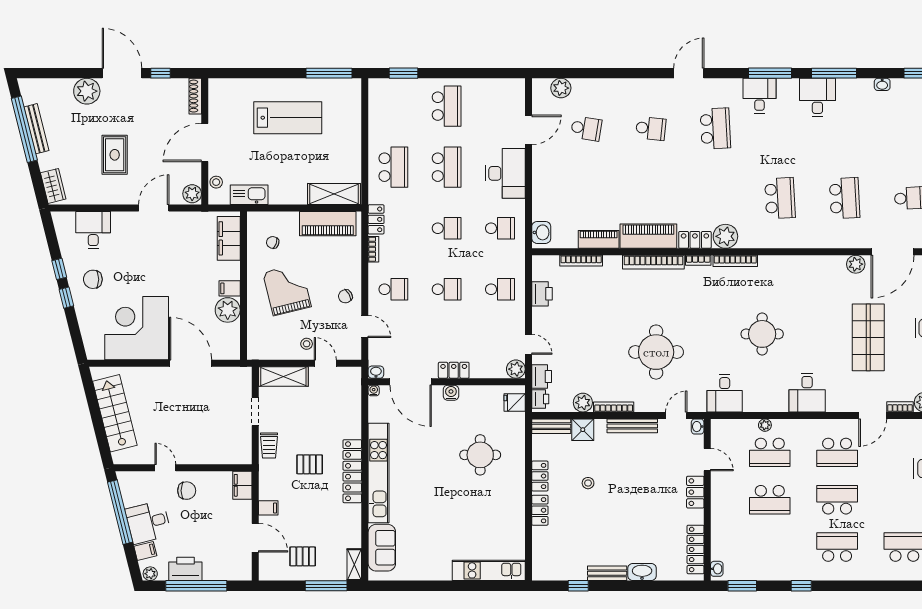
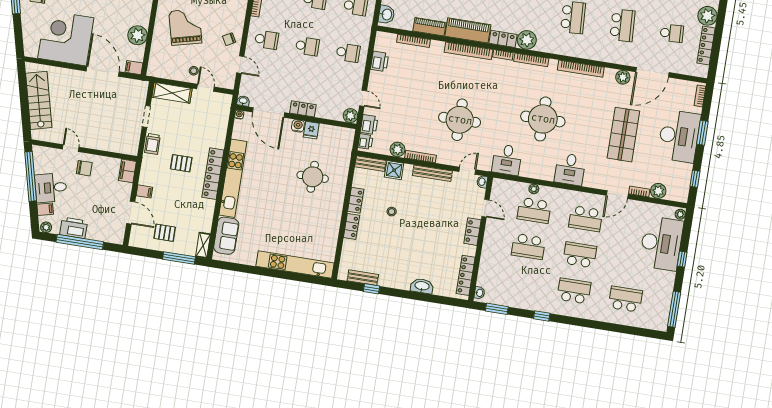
bookcase: (800, 262) -> (581, 69), added
filing cabinet: (230, 288) -> (134, 68), moved
round table: (762, 334) -> (543, 119), width x1.36, depth x1.36
fridge: (515, 403) -> (311, 130), moved, turned -90
kitchen unit: (489, 570) -> (295, 265), width x1.36
bench: (607, 573) -> (363, 278), moved

